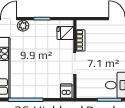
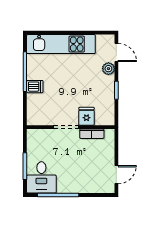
fridge: (65, 33) -> (86, 116), moved
dishwasher: (66, 91) -> (35, 87), moved

